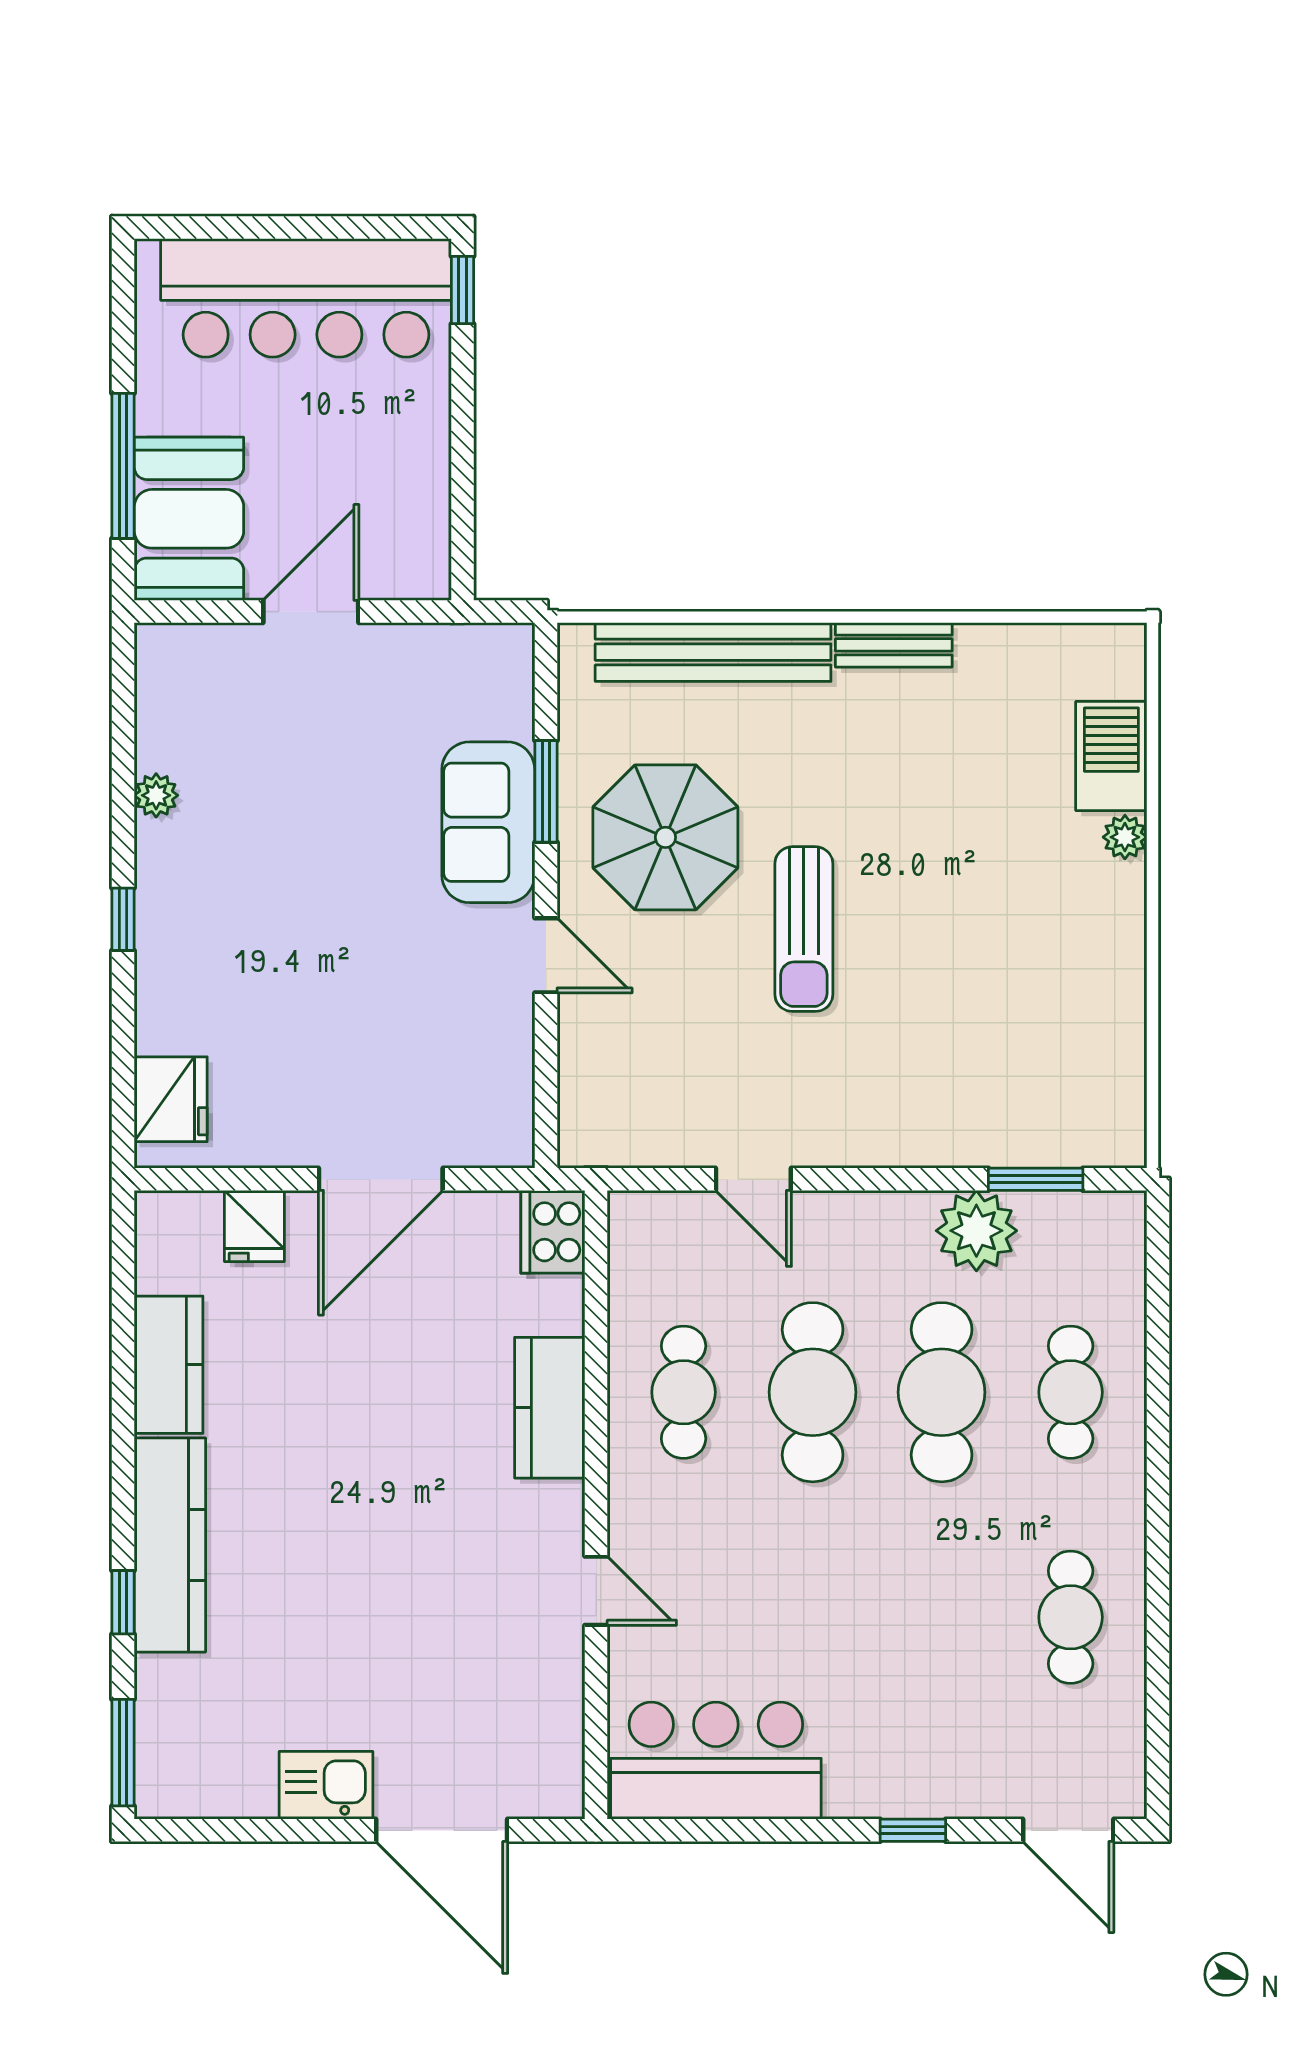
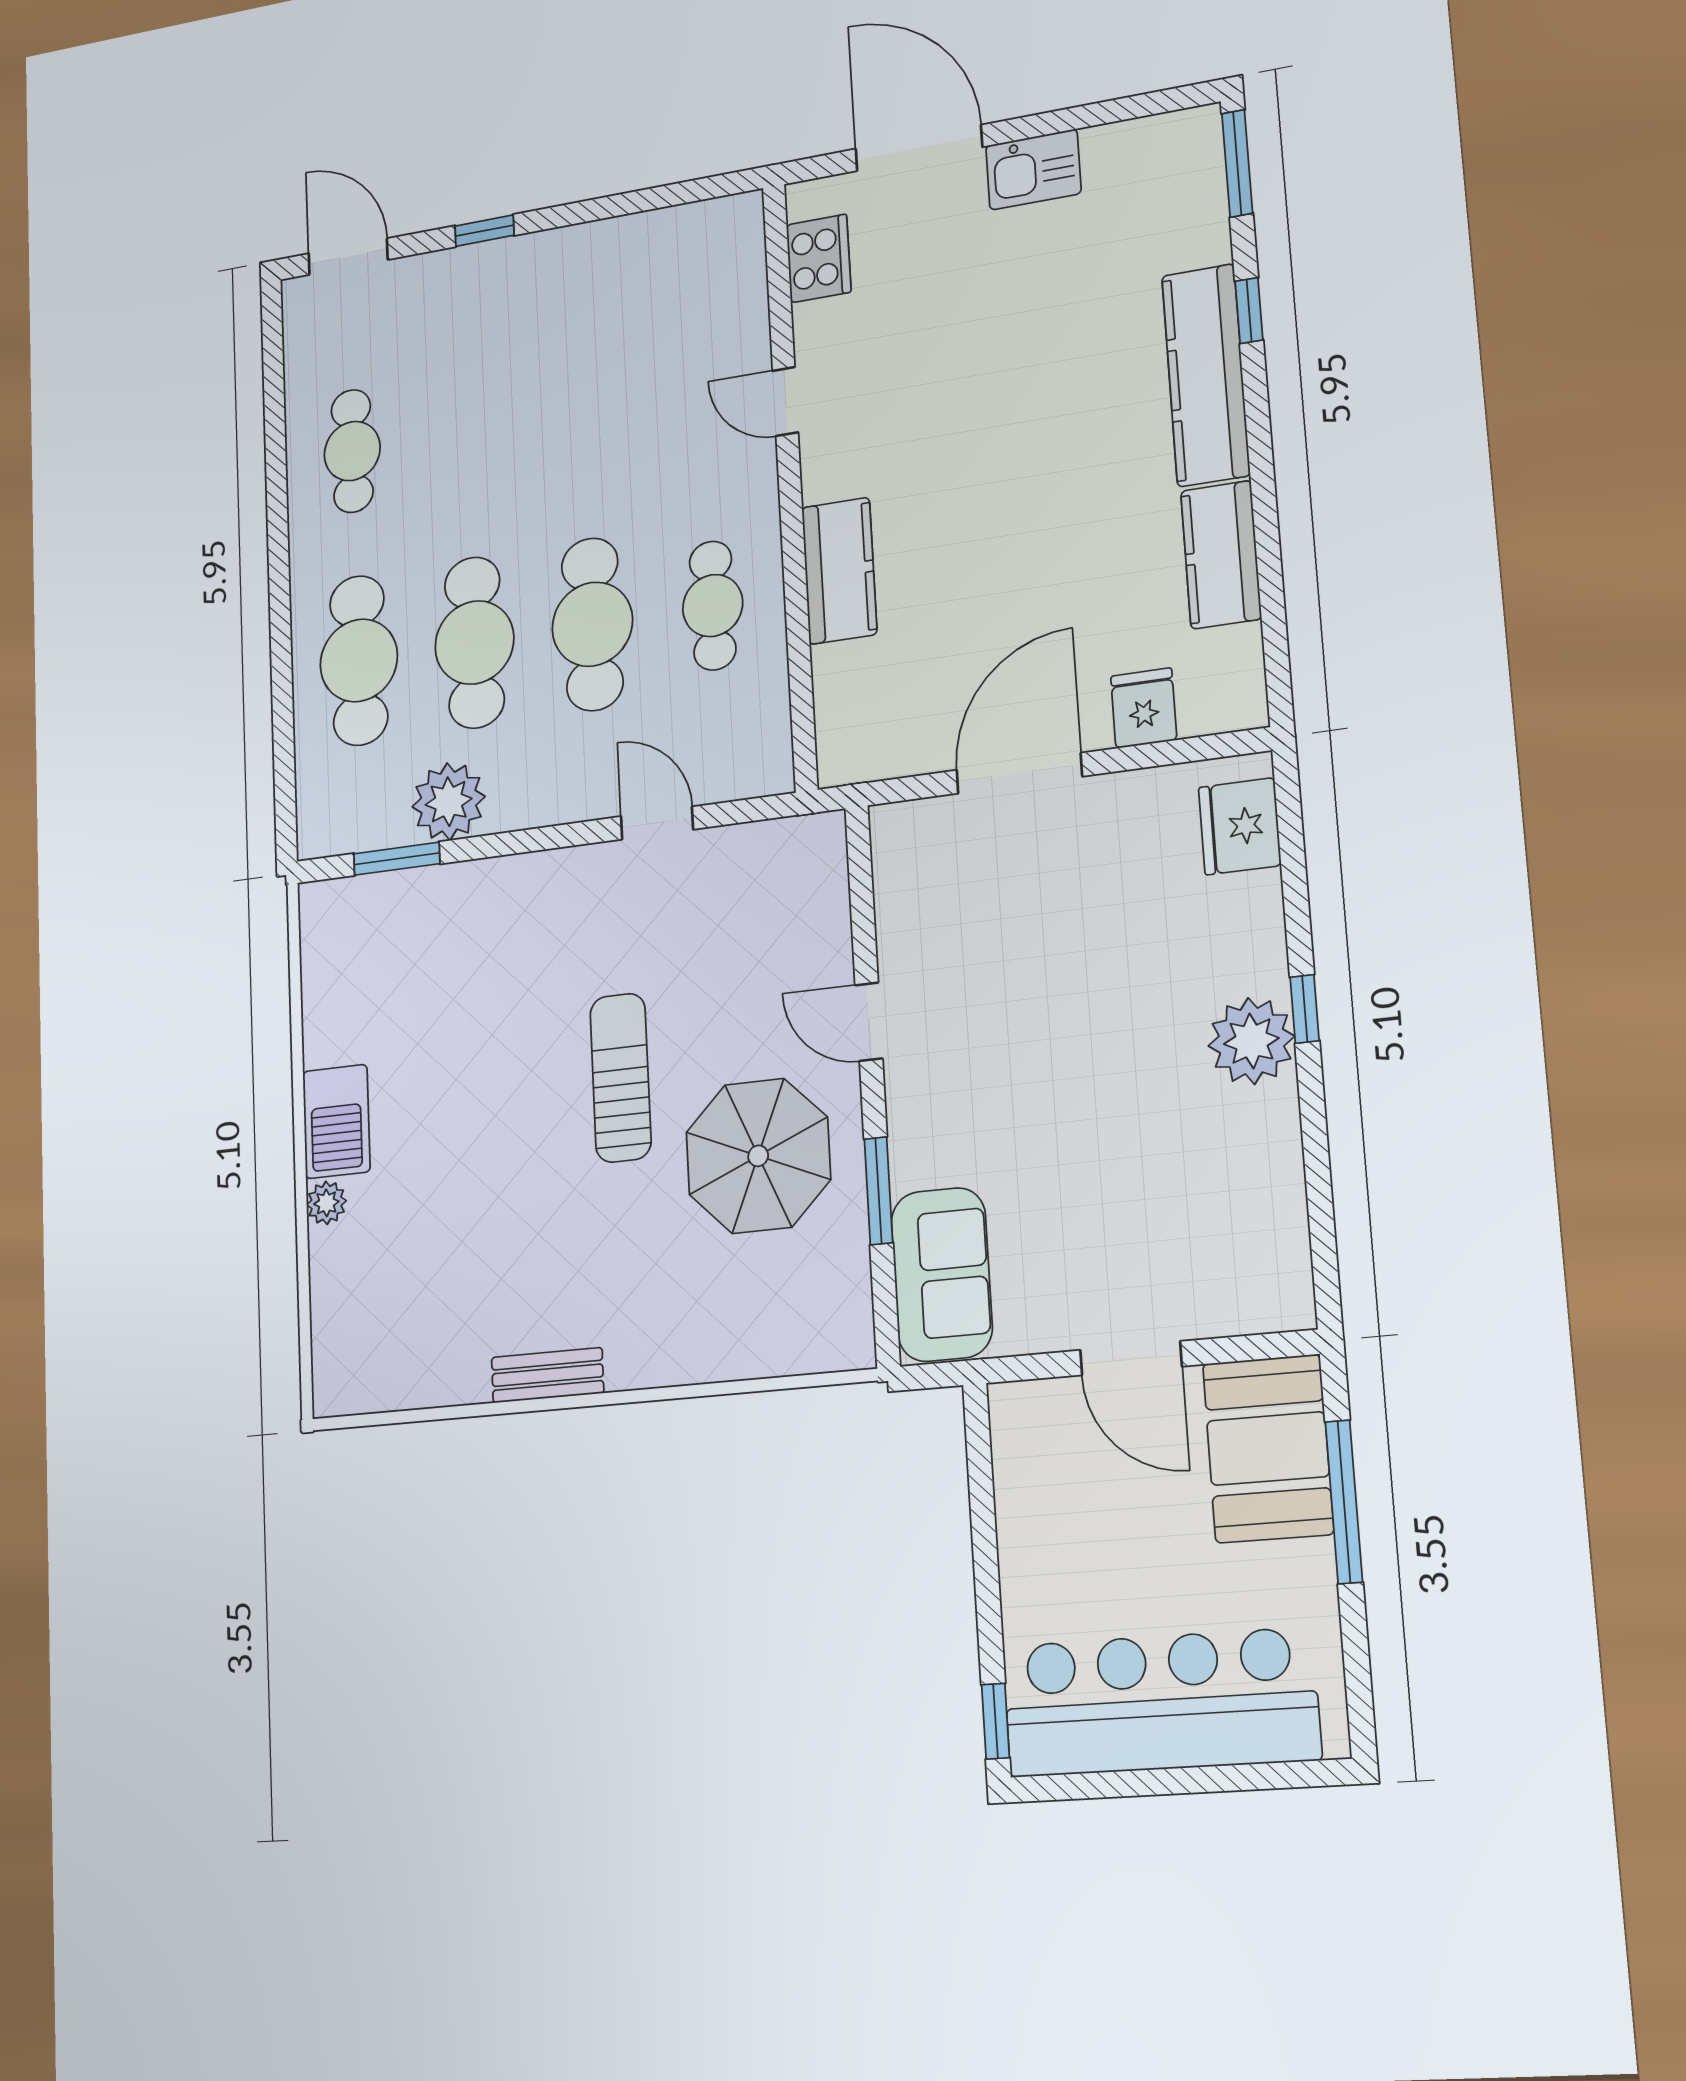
door: (311, 612) -> (1131, 1358), hinge flipped
bench: (713, 652) -> (721, 1352), removed
barbecue: (1111, 756) -> (336, 1122), moved
plant: (156, 795) -> (1251, 1041), moved, width x1.88, depth x1.88
sofa: (488, 822) -> (942, 1274), moved
cooker: (553, 1232) -> (819, 258), moved
cafe table: (1071, 1392) -> (359, 660), width x1.37, depth x1.35
bar counter: (716, 1761) -> (665, 261), removed

